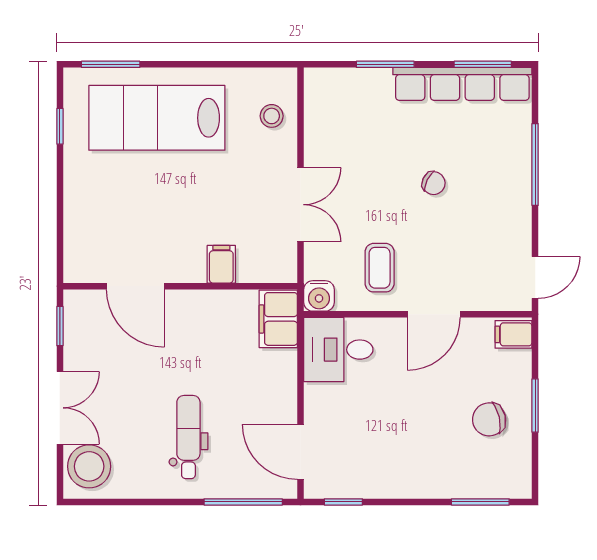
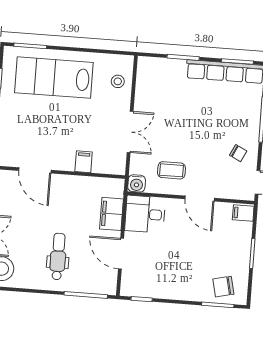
chair: (434, 183) -> (238, 153), moved
coffee table: (380, 268) -> (171, 170), turned 90
door: (434, 314) -> (200, 199), hinge flipped
filing cabinet: (278, 319) -> (112, 214), moved
chair: (489, 419) -> (223, 287), moved
door: (301, 452) -> (121, 254), moved

